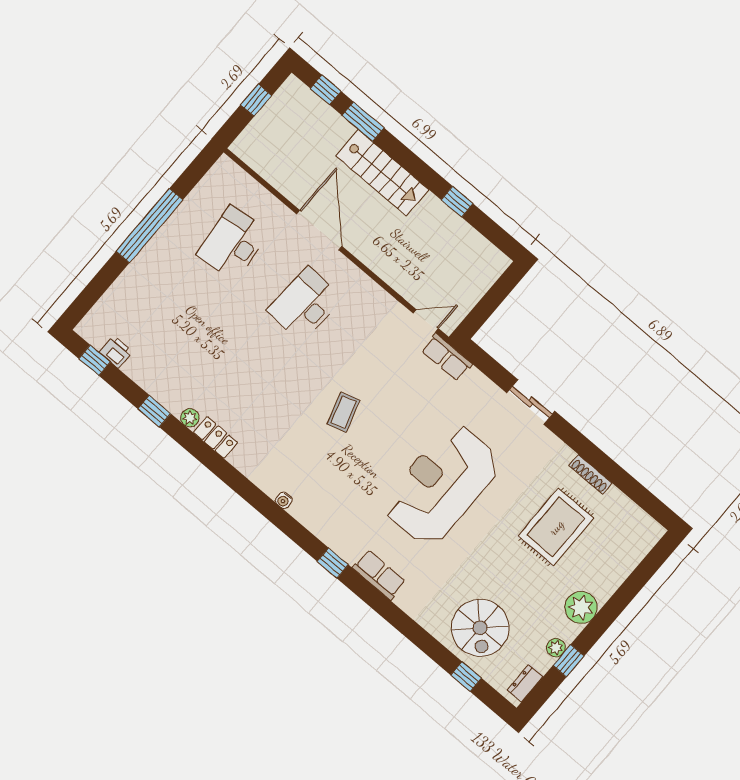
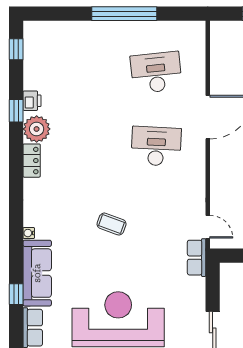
printer: (116, 352) -> (32, 101), moved
coffee table: (344, 412) -> (112, 224), turned 37
plant: (190, 418) -> (37, 129), width x1.87, depth x1.87
sofa: (330, 525) -> (37, 273), added

